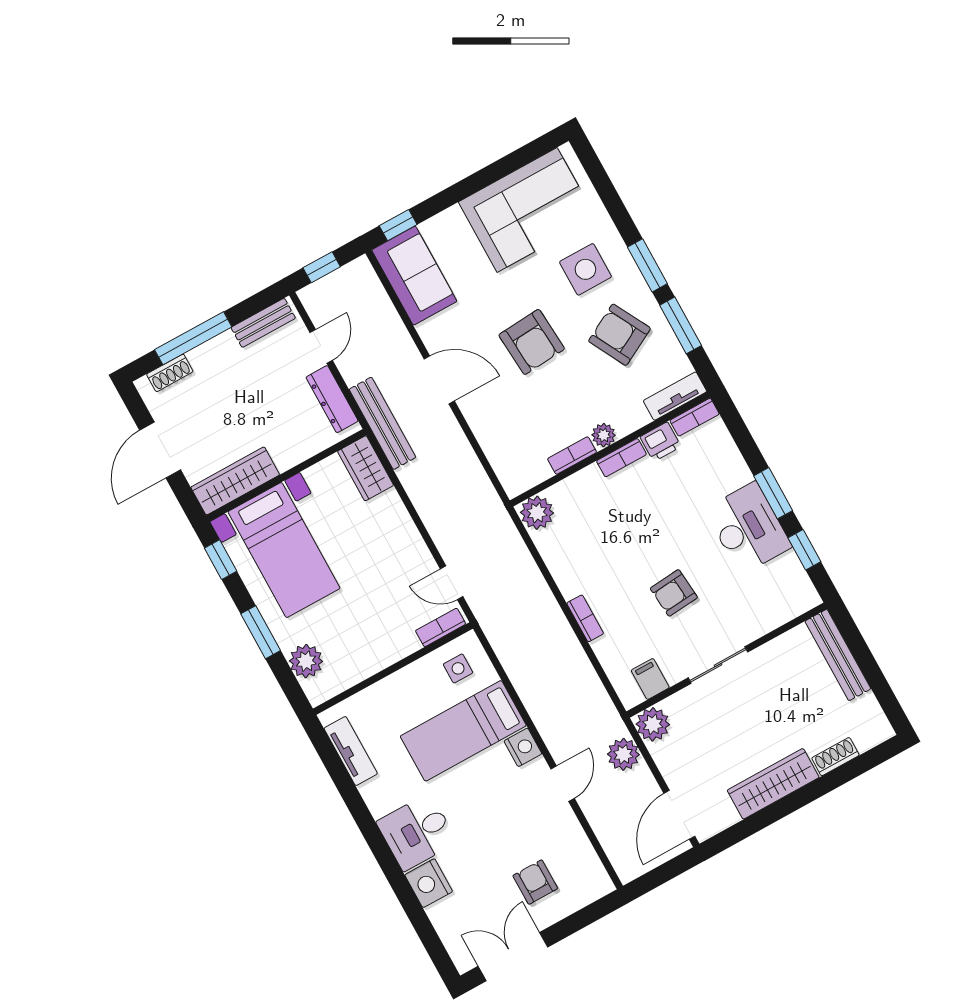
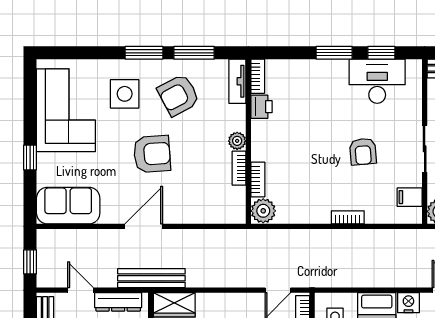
window: (398, 225) -> (30, 158), moved
bookcase: (621, 458) -> (258, 180), moved
desk: (748, 528) -> (377, 81), moved

